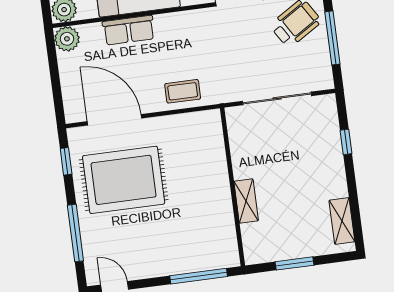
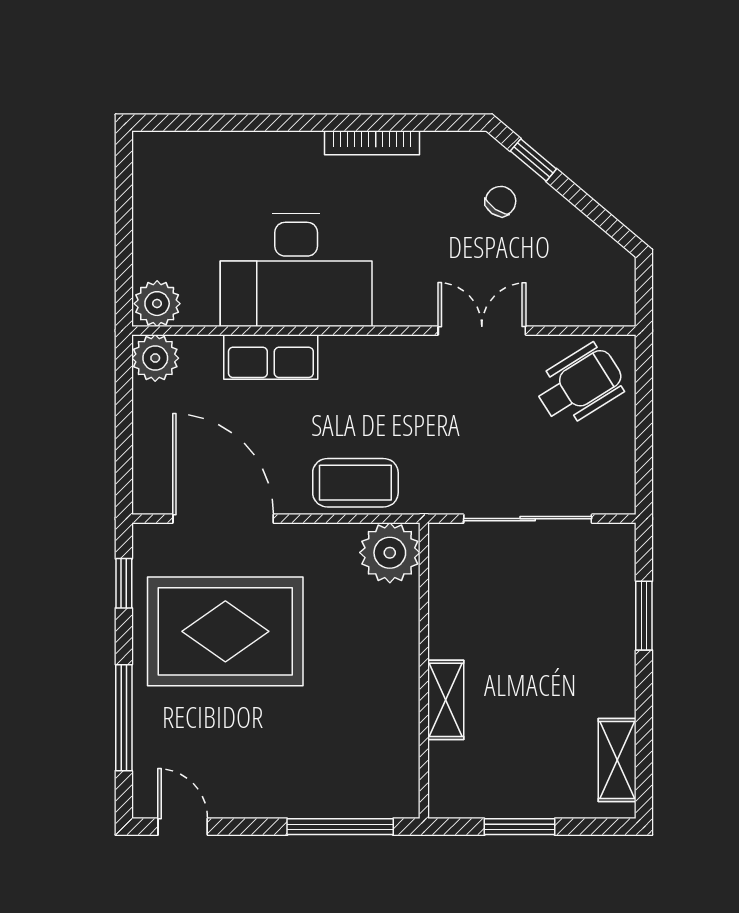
window: (332, 38) -> (644, 421), removed
coffee table: (183, 91) -> (355, 483), width x1.36, depth x1.30
plant: (206, 126) -> (390, 553), added
window: (346, 142) -> (644, 616), width x1.50

